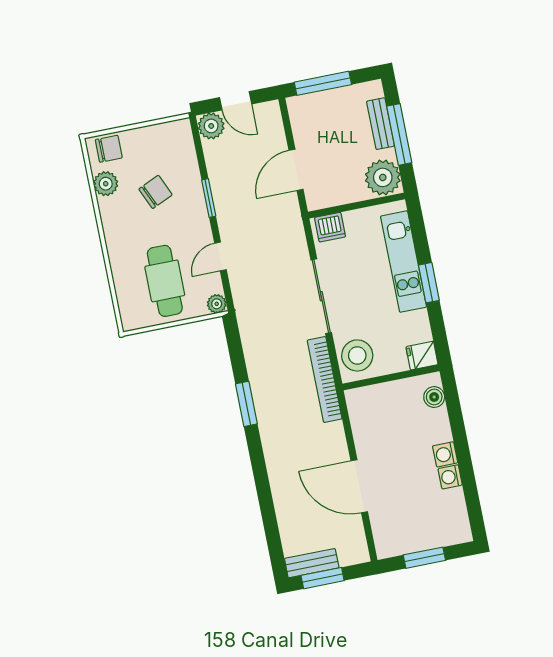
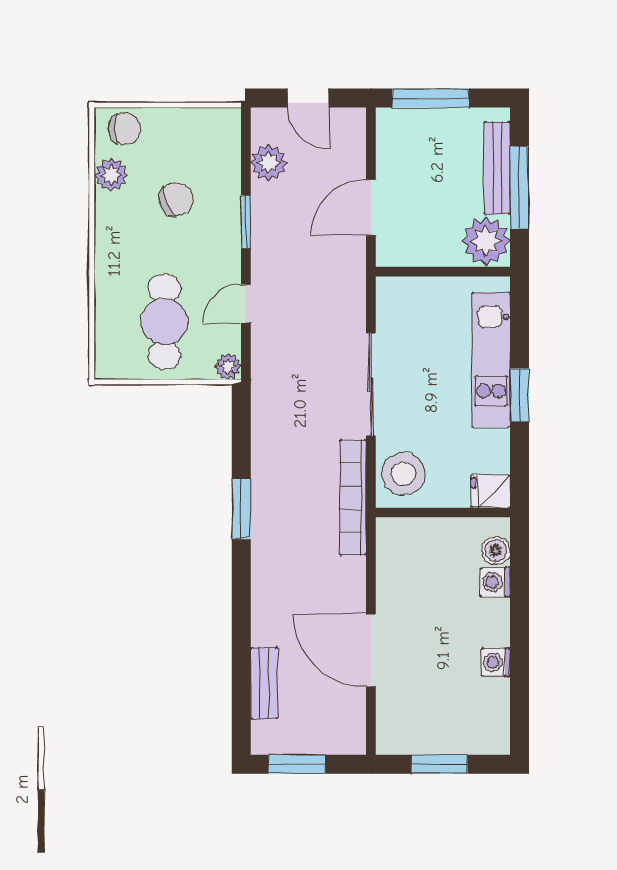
bench: (380, 124) -> (497, 168), width x1.36
plant: (211, 126) -> (269, 163), moved
dishwasher: (330, 227) -> (401, 294), removed
washing machine: (445, 454) -> (495, 582), moved
bench: (312, 563) -> (264, 683), moved, turned 90

